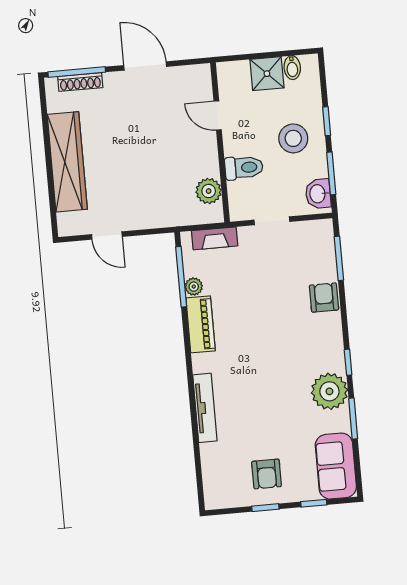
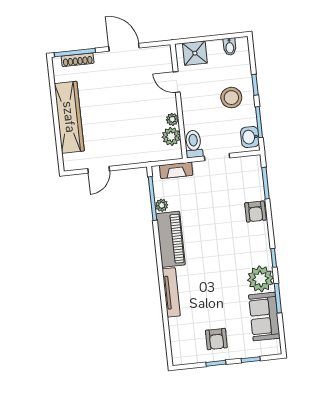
shower: (267, 74) -> (195, 53), moved
plant: (211, 167) -> (172, 119), added
toilet: (244, 168) -> (194, 144), moved, turned -90
door: (107, 236) -> (99, 170), hinge flipped
armchair: (324, 298) -> (255, 212), turned 180
piano: (201, 324) -> (171, 239), width x1.37, depth x1.33
sofa: (336, 466) -> (264, 317), moved

